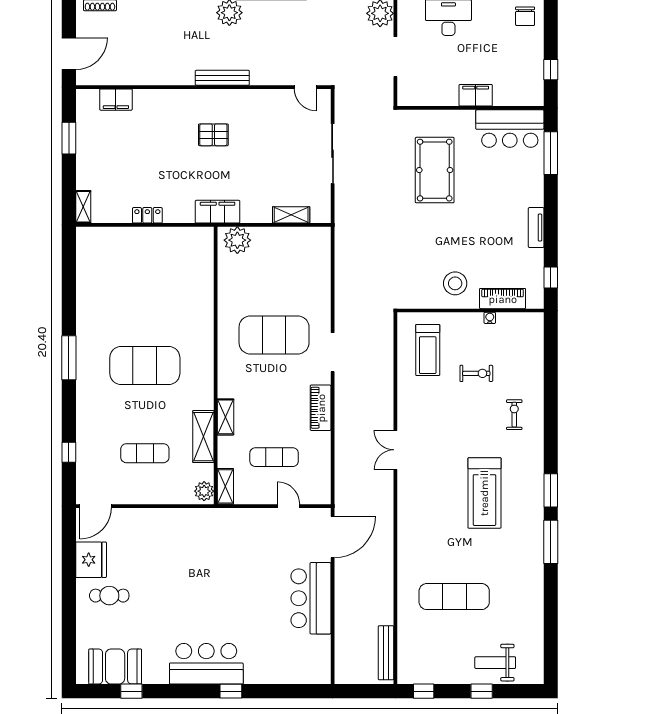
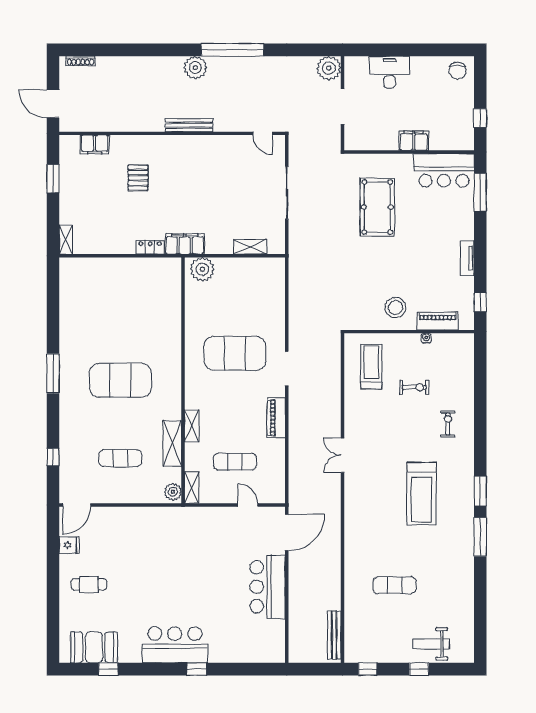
door: (69, 54) -> (53, 104), swing flipped
pallet: (213, 135) -> (138, 178), moved, turned 90
locker: (147, 215) -> (150, 247), moved
treadmill: (428, 350) -> (371, 367), turned 180
fridge: (91, 560) -> (69, 545), width x0.53, depth x0.75
exercise mat: (454, 597) -> (395, 585), width x0.73, depth x0.69

